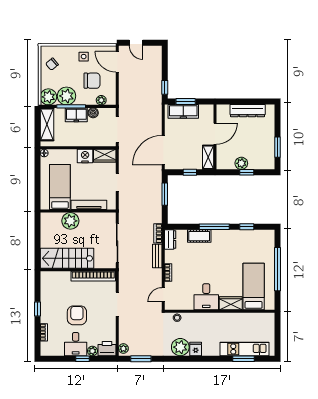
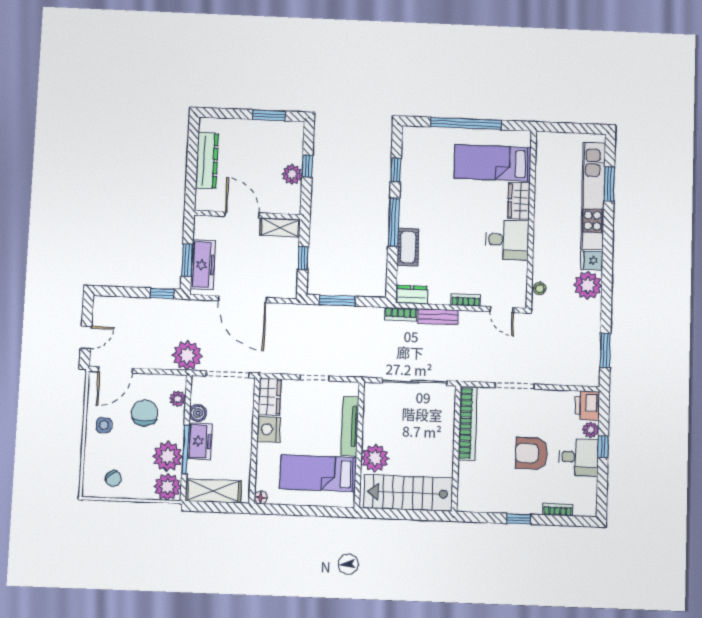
door: (163, 150) -> (242, 299), moved
stairs: (67, 258) -> (408, 493), moved, turned 90
plant: (123, 348) -> (187, 355), moved, width x1.87, depth x1.87
kitchen unit: (244, 349) -> (593, 196), width x1.36

